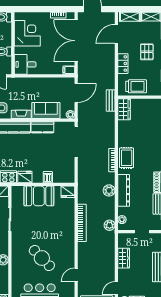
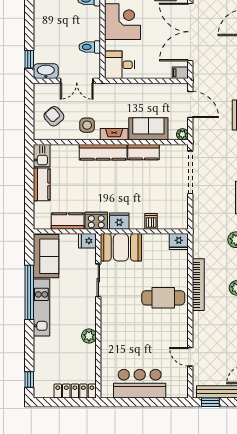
door: (76, 93) -> (190, 104), hinge flipped
booth: (39, 196) -> (121, 247), moved
cafe table: (42, 258) -> (163, 298), moved, turned -46
door: (76, 275) -> (190, 357), hinge flipped

